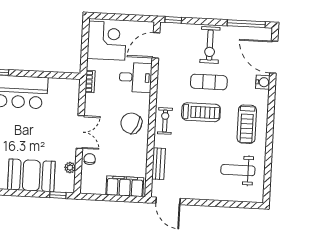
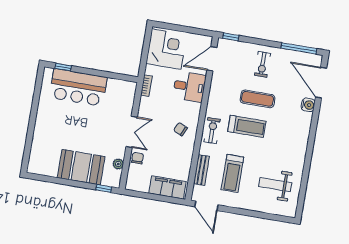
exercise bike: (210, 45) -> (263, 64), width x0.73, depth x0.72
chair: (131, 123) -> (180, 129), width x0.54, depth x0.54
treadmill: (247, 124) -> (232, 173), moved

